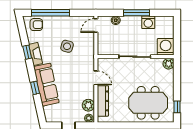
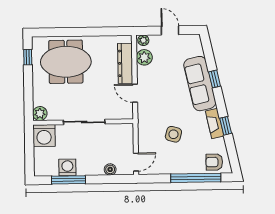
window: (136, 13) -> (68, 180), moved

